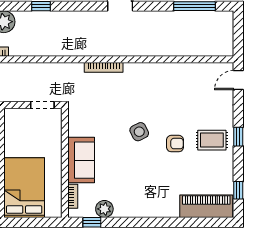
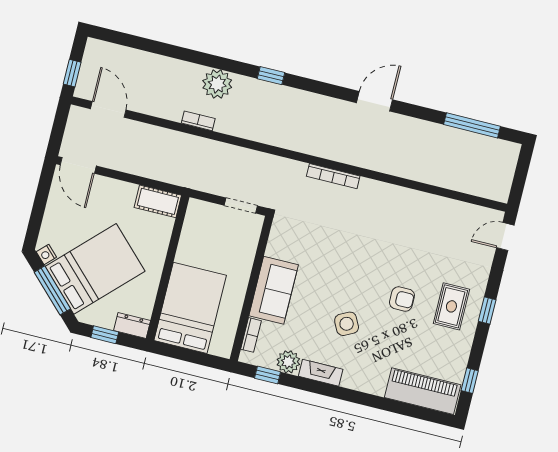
side table: (139, 132) -> (347, 324), moved
rug: (212, 140) -> (451, 306), turned 90
fireplace: (130, 211) -> (321, 373), added

